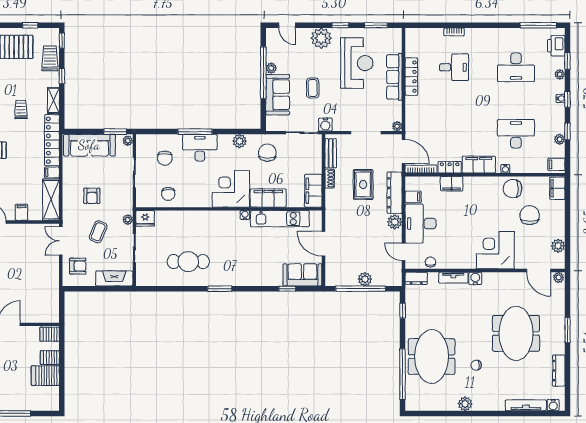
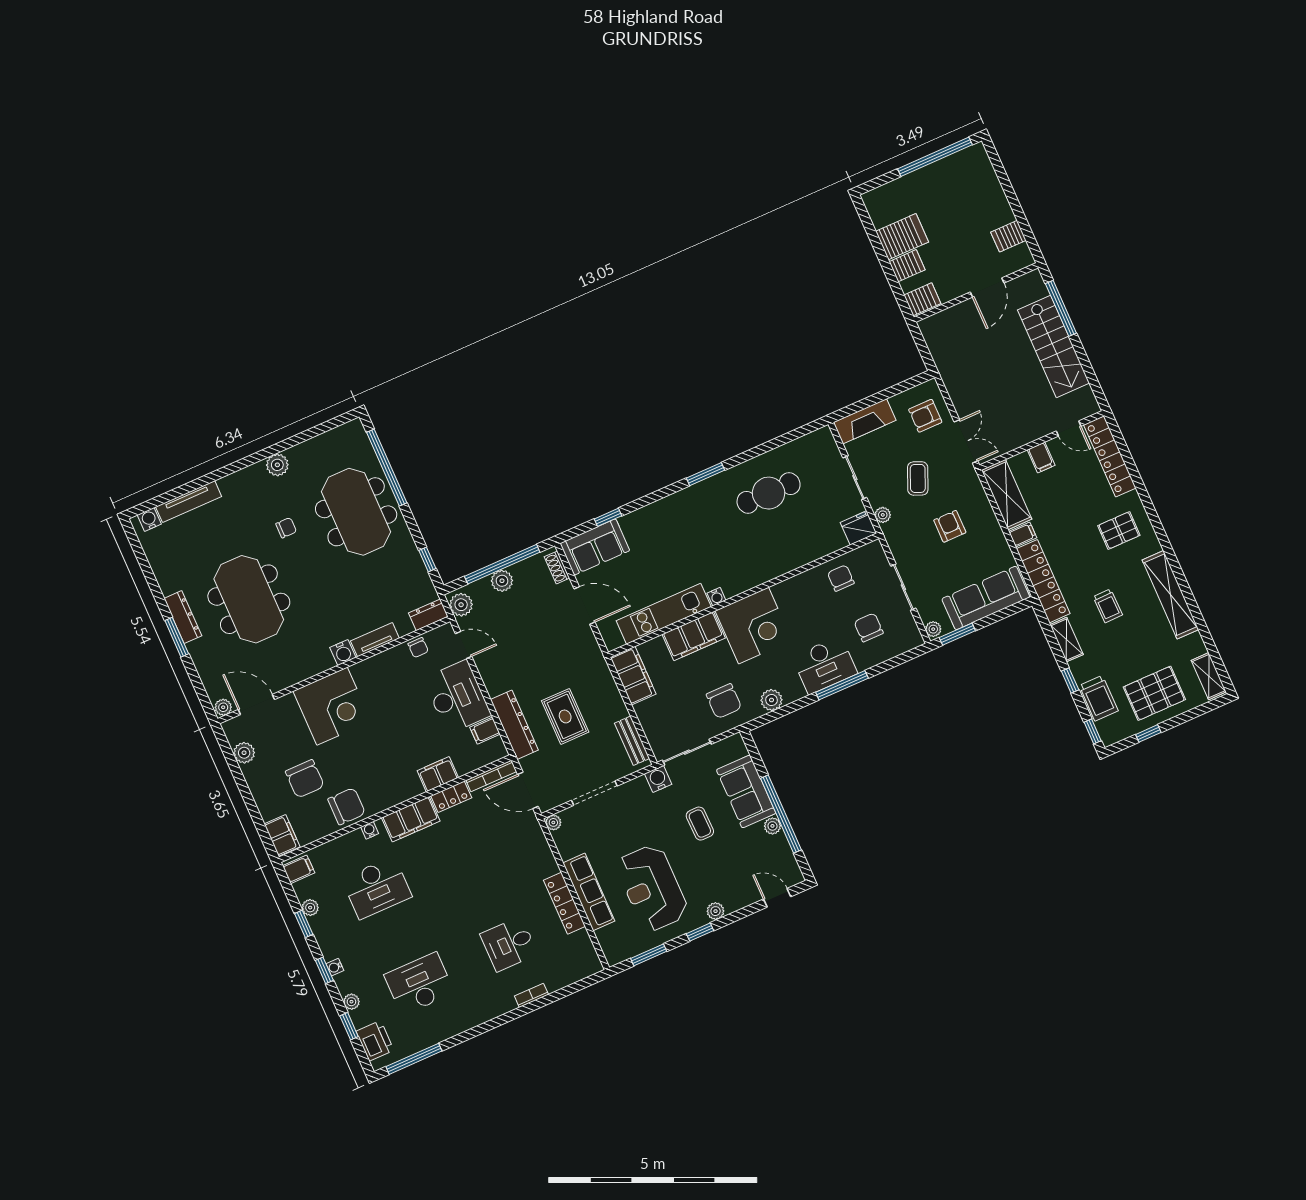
plant: (321, 38) -> (716, 911), width x0.53, depth x0.53
shoe rack: (330, 179) -> (557, 567), moved
plant: (395, 222) -> (461, 605), moved
dresser: (559, 371) -> (183, 617), moved

